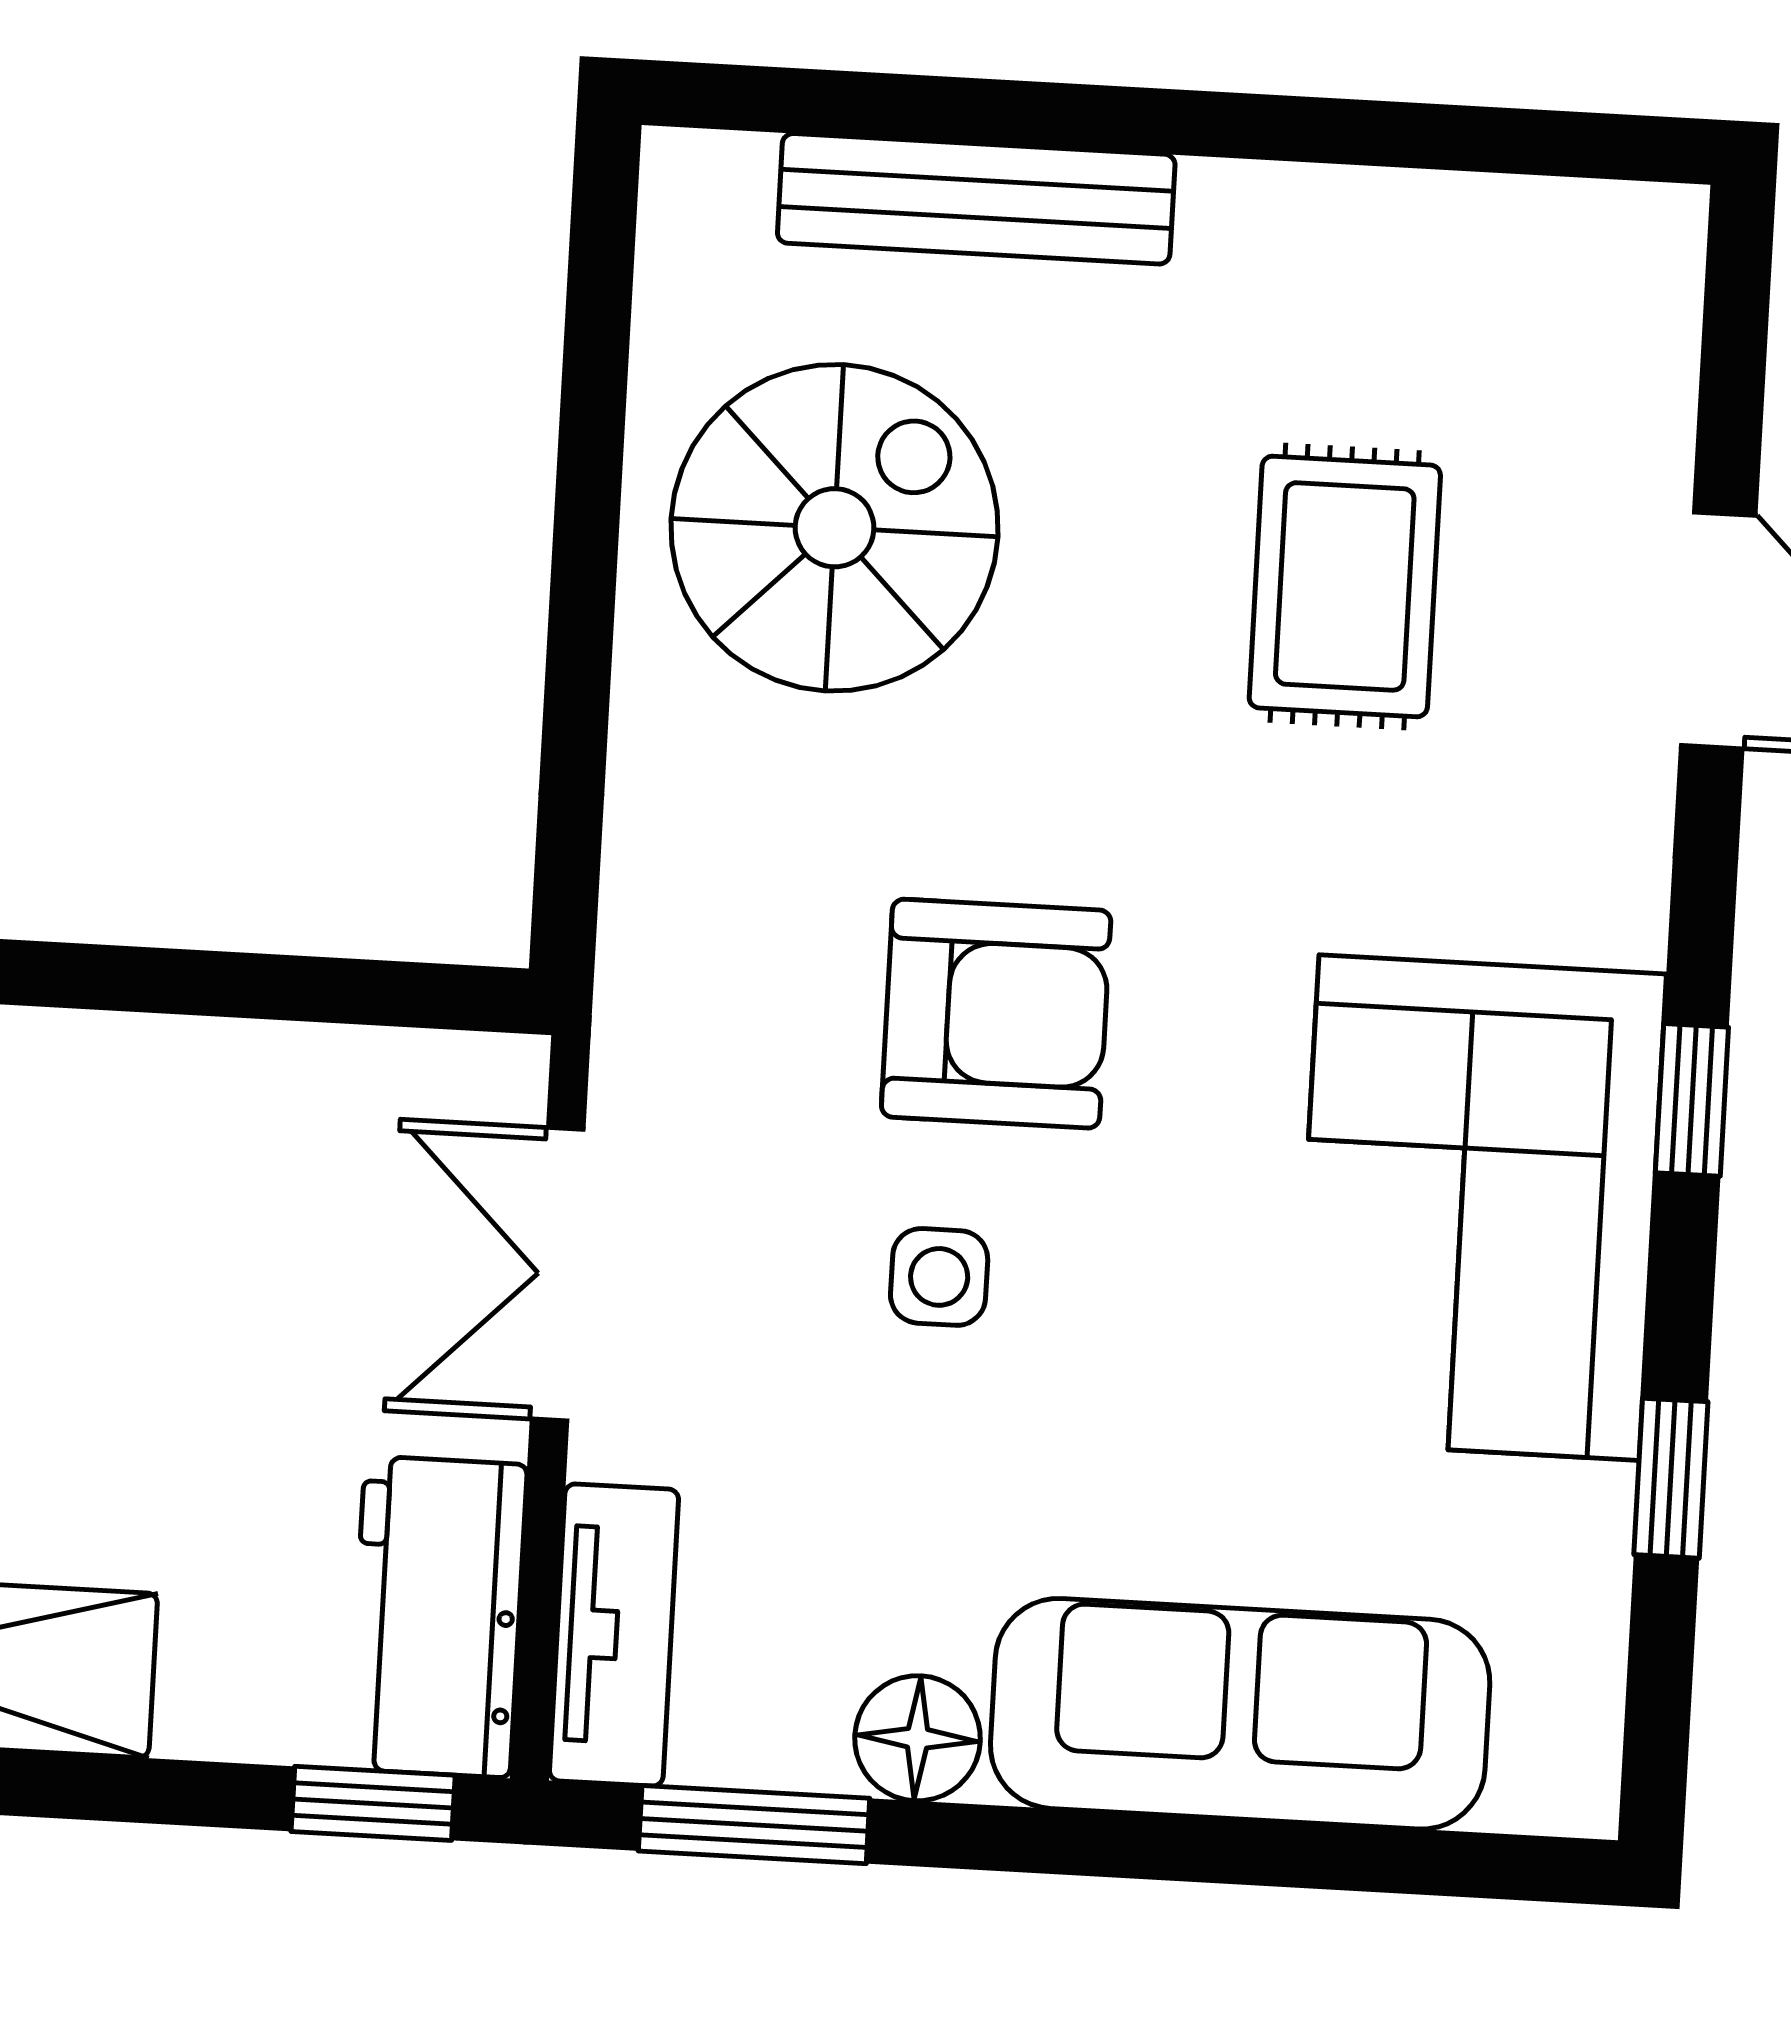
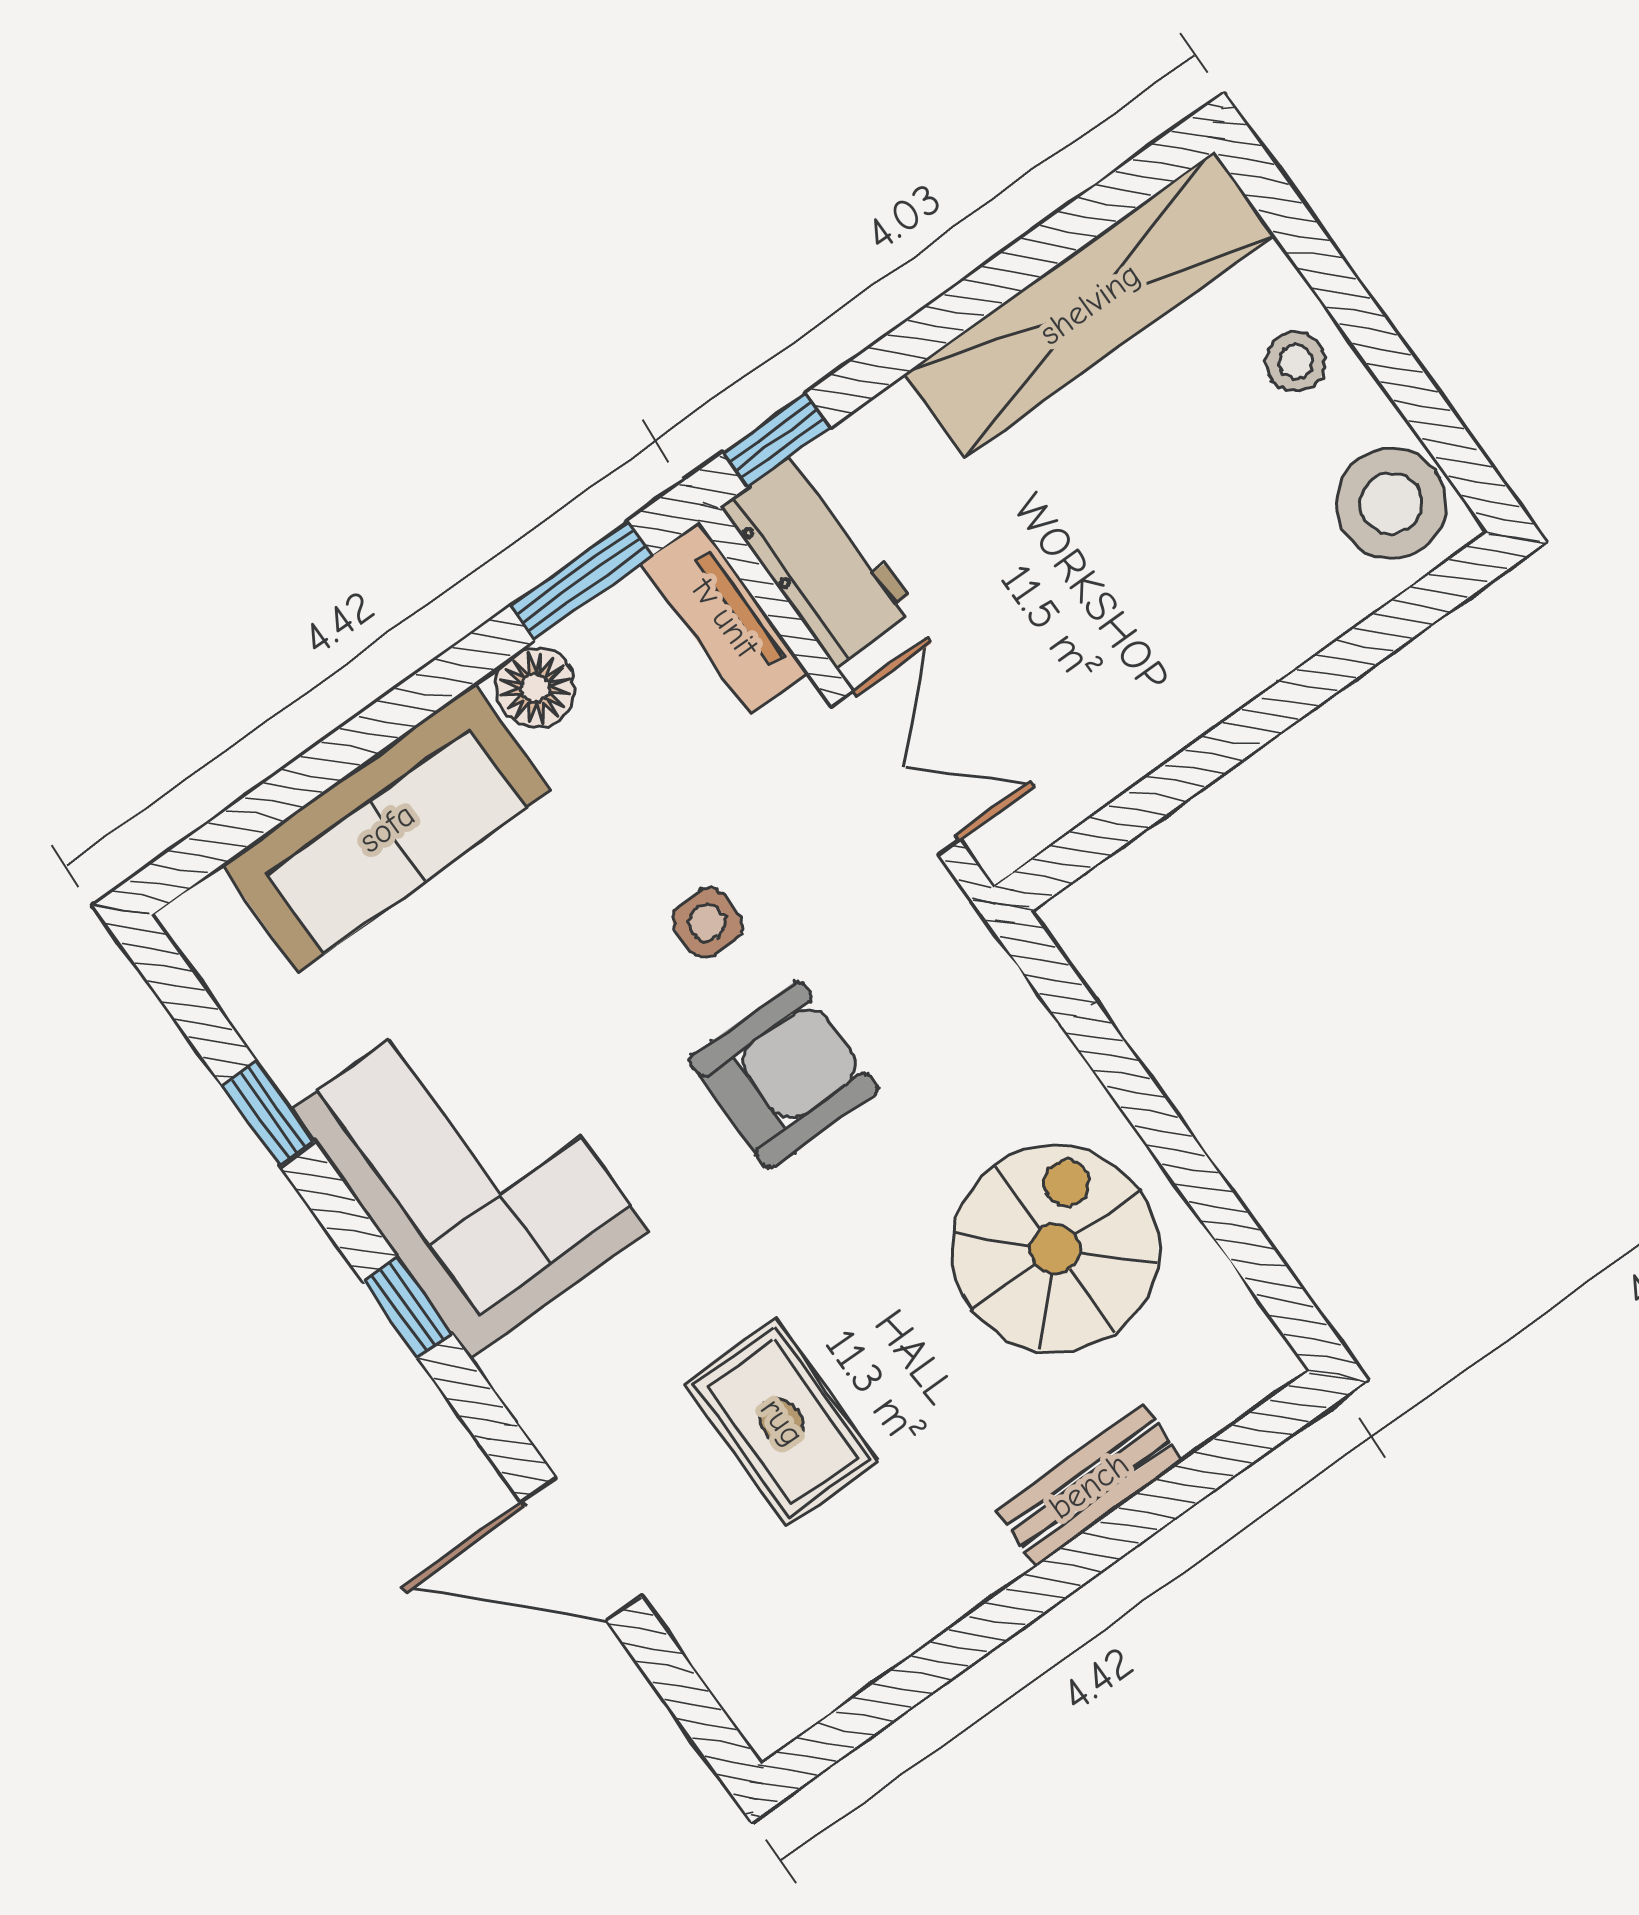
bench: (976, 199) -> (1089, 1486), width x0.73
spiral stairs: (835, 528) -> (1055, 1249), turned 180
armchair: (996, 1014) -> (784, 1075), turned 180

